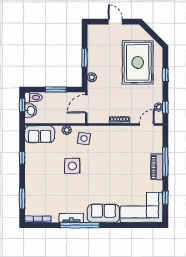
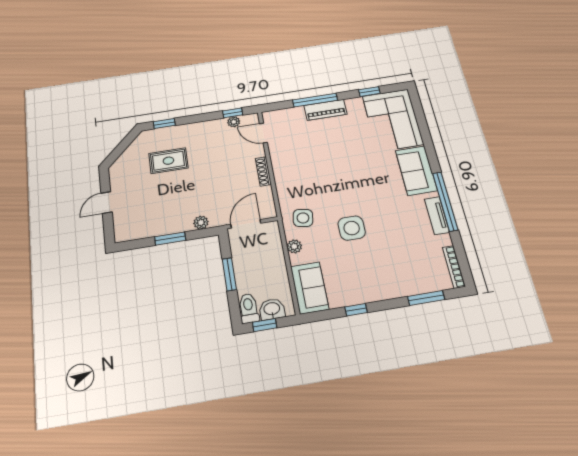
rug: (138, 62) -> (168, 161), width x0.54, depth x0.49
window: (165, 75) -> (164, 124), moved
door: (86, 104) -> (246, 224), swing flipped

